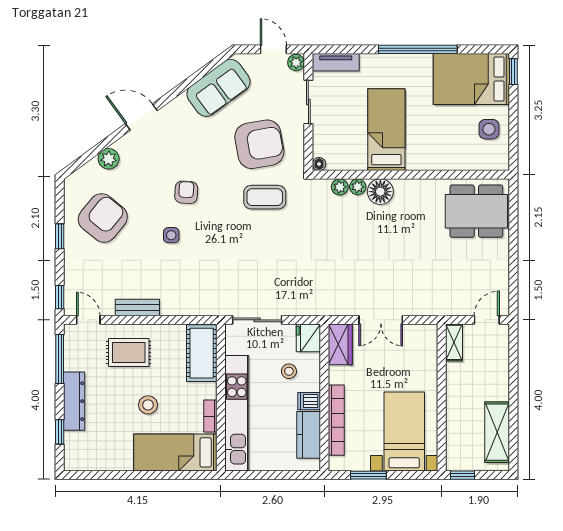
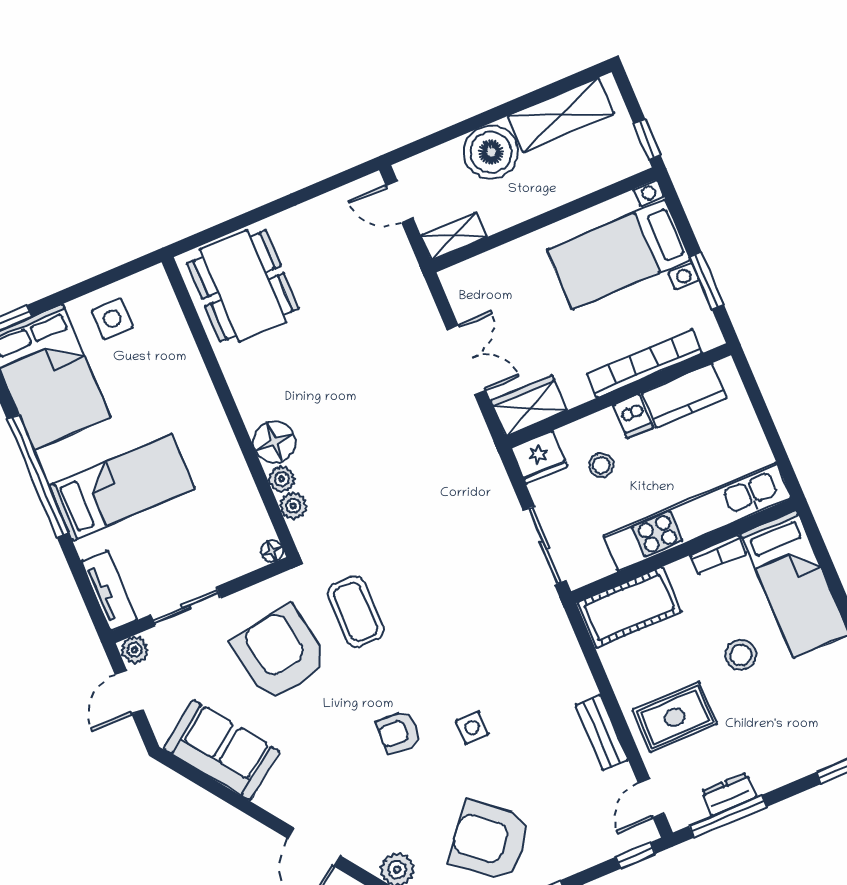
bed: (386, 130) -> (122, 487), moved, turned 180
rug: (129, 352) -> (675, 717), turned 90
boiler: (493, 384) -> (491, 152), added
dresser: (74, 401) -> (729, 794), moved, width x0.51, depth x0.80

